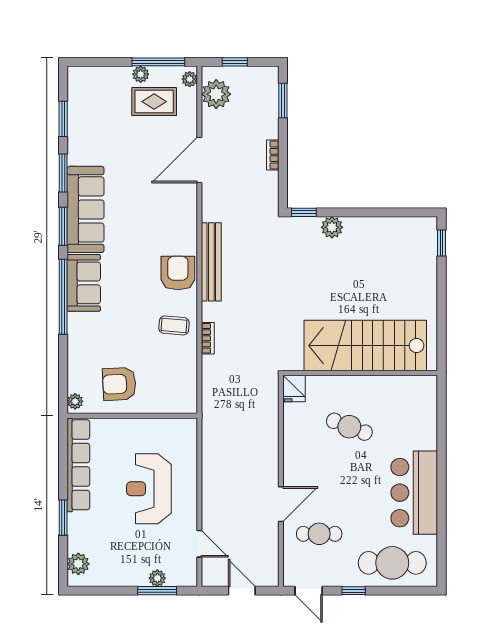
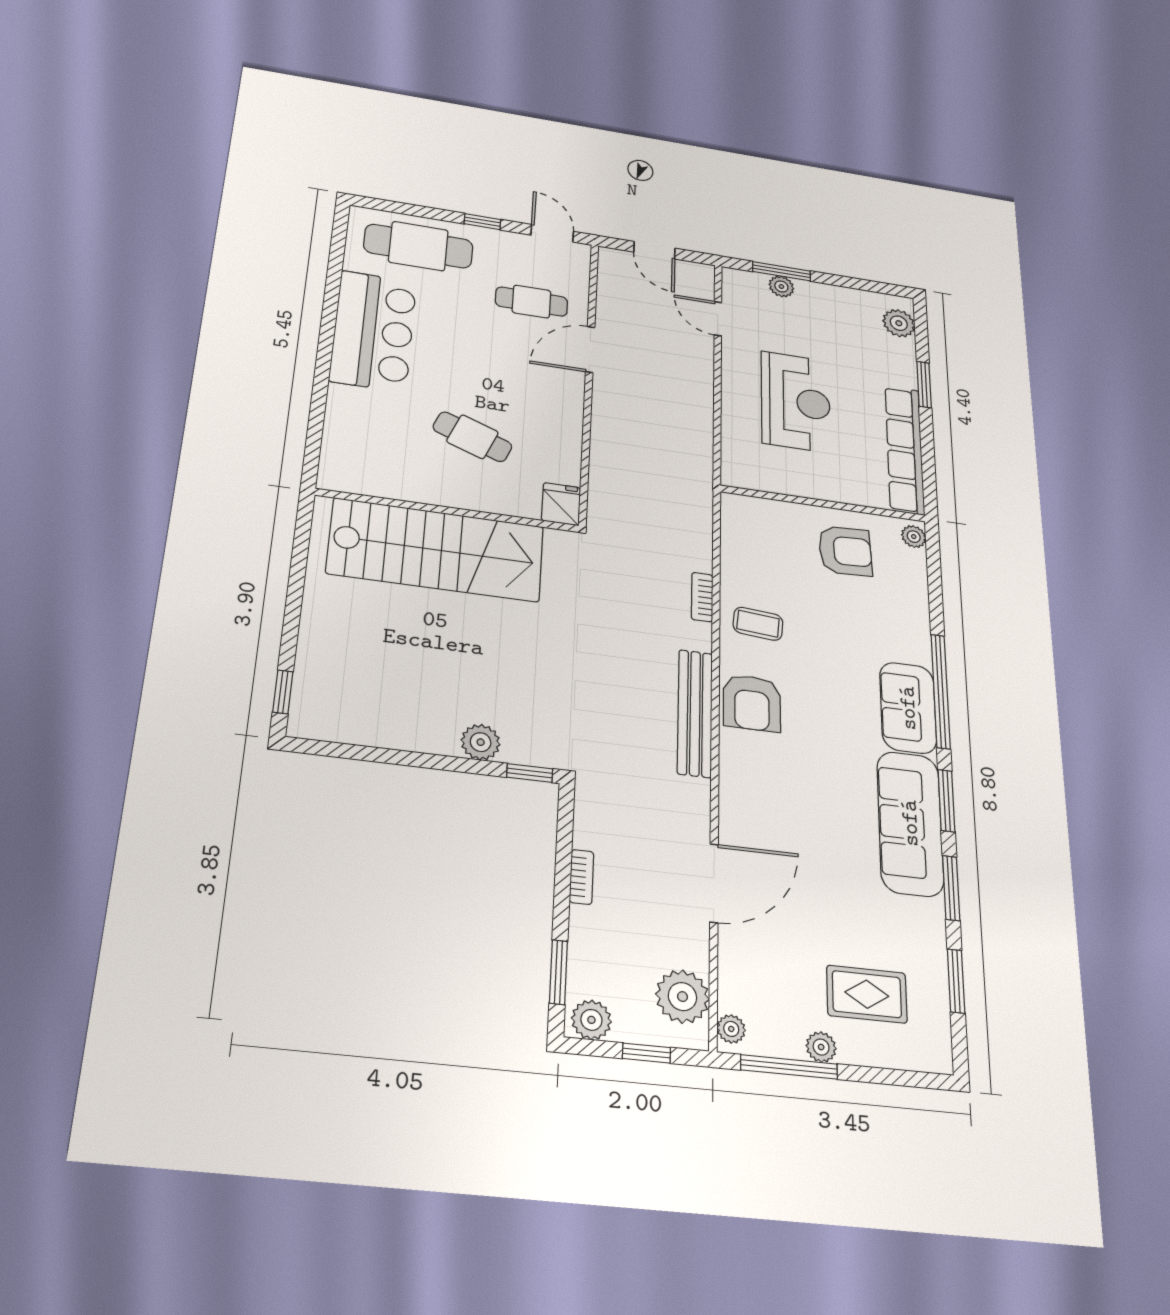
plant: (264, 77) -> (591, 1020), added
rug: (154, 102) -> (867, 994), moved

